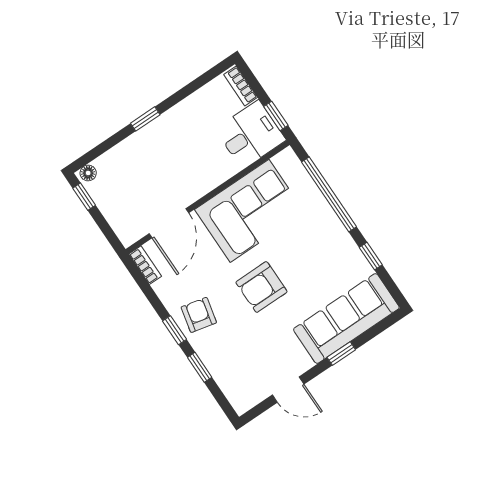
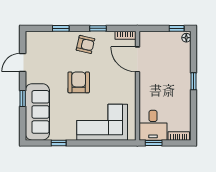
window: (329, 194) -> (100, 143), removed
corner sofa: (250, 211) -> (102, 122), moved, turned 90
window: (174, 330) -> (98, 28), moved

